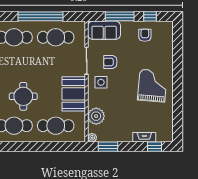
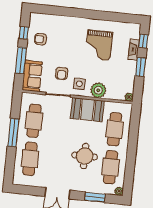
window: (41, 16) -> (13, 133), width x0.68
grand piano: (152, 86) -> (99, 45), moved, turned -95
plant: (96, 116) -> (98, 90), moved
window: (108, 147) -> (141, 67), moved

